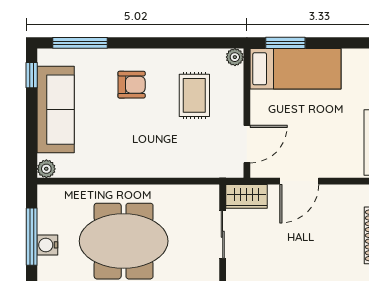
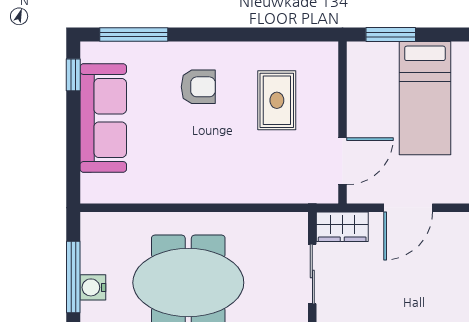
plant: (235, 57) -> (327, 52), removed
bed: (295, 69) -> (425, 98), moved, turned 90
plant: (46, 169) -> (92, 192), removed

